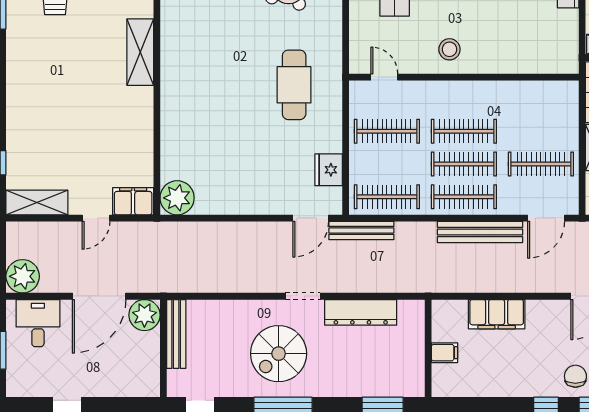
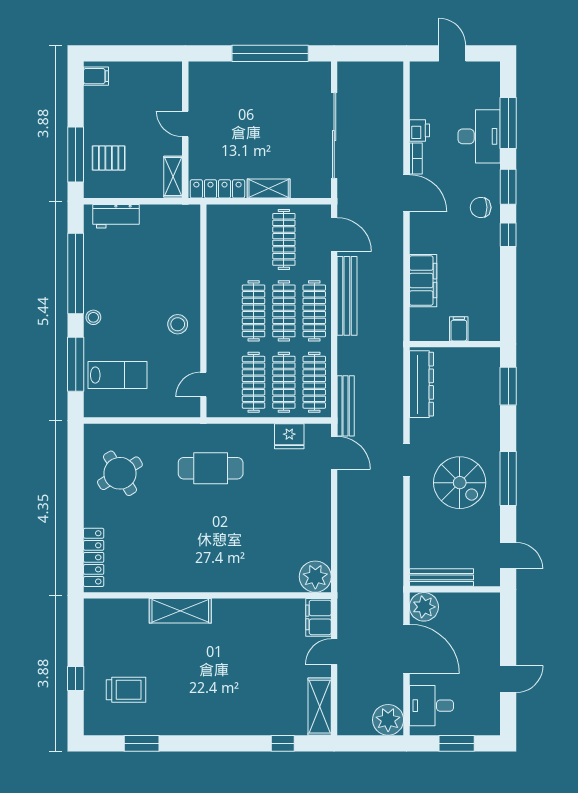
clothes rail: (387, 164) -> (284, 382), added
door: (96, 218) -> (334, 652), swing flipped
dresser: (361, 312) -> (421, 384), moved

